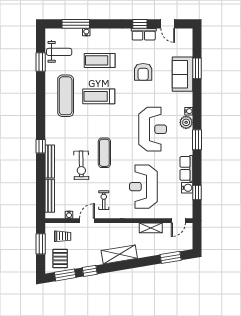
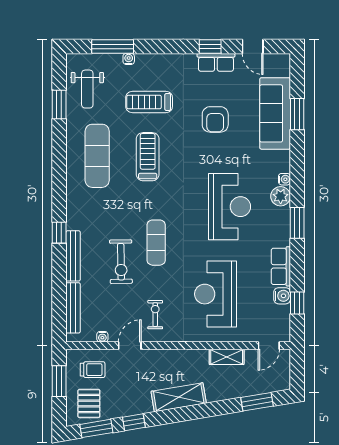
weight bench: (59, 52) -> (87, 89), turned 90
sofa: (183, 74) -> (275, 113), width x1.36
treadmill: (99, 96) -> (148, 157), turned 90

